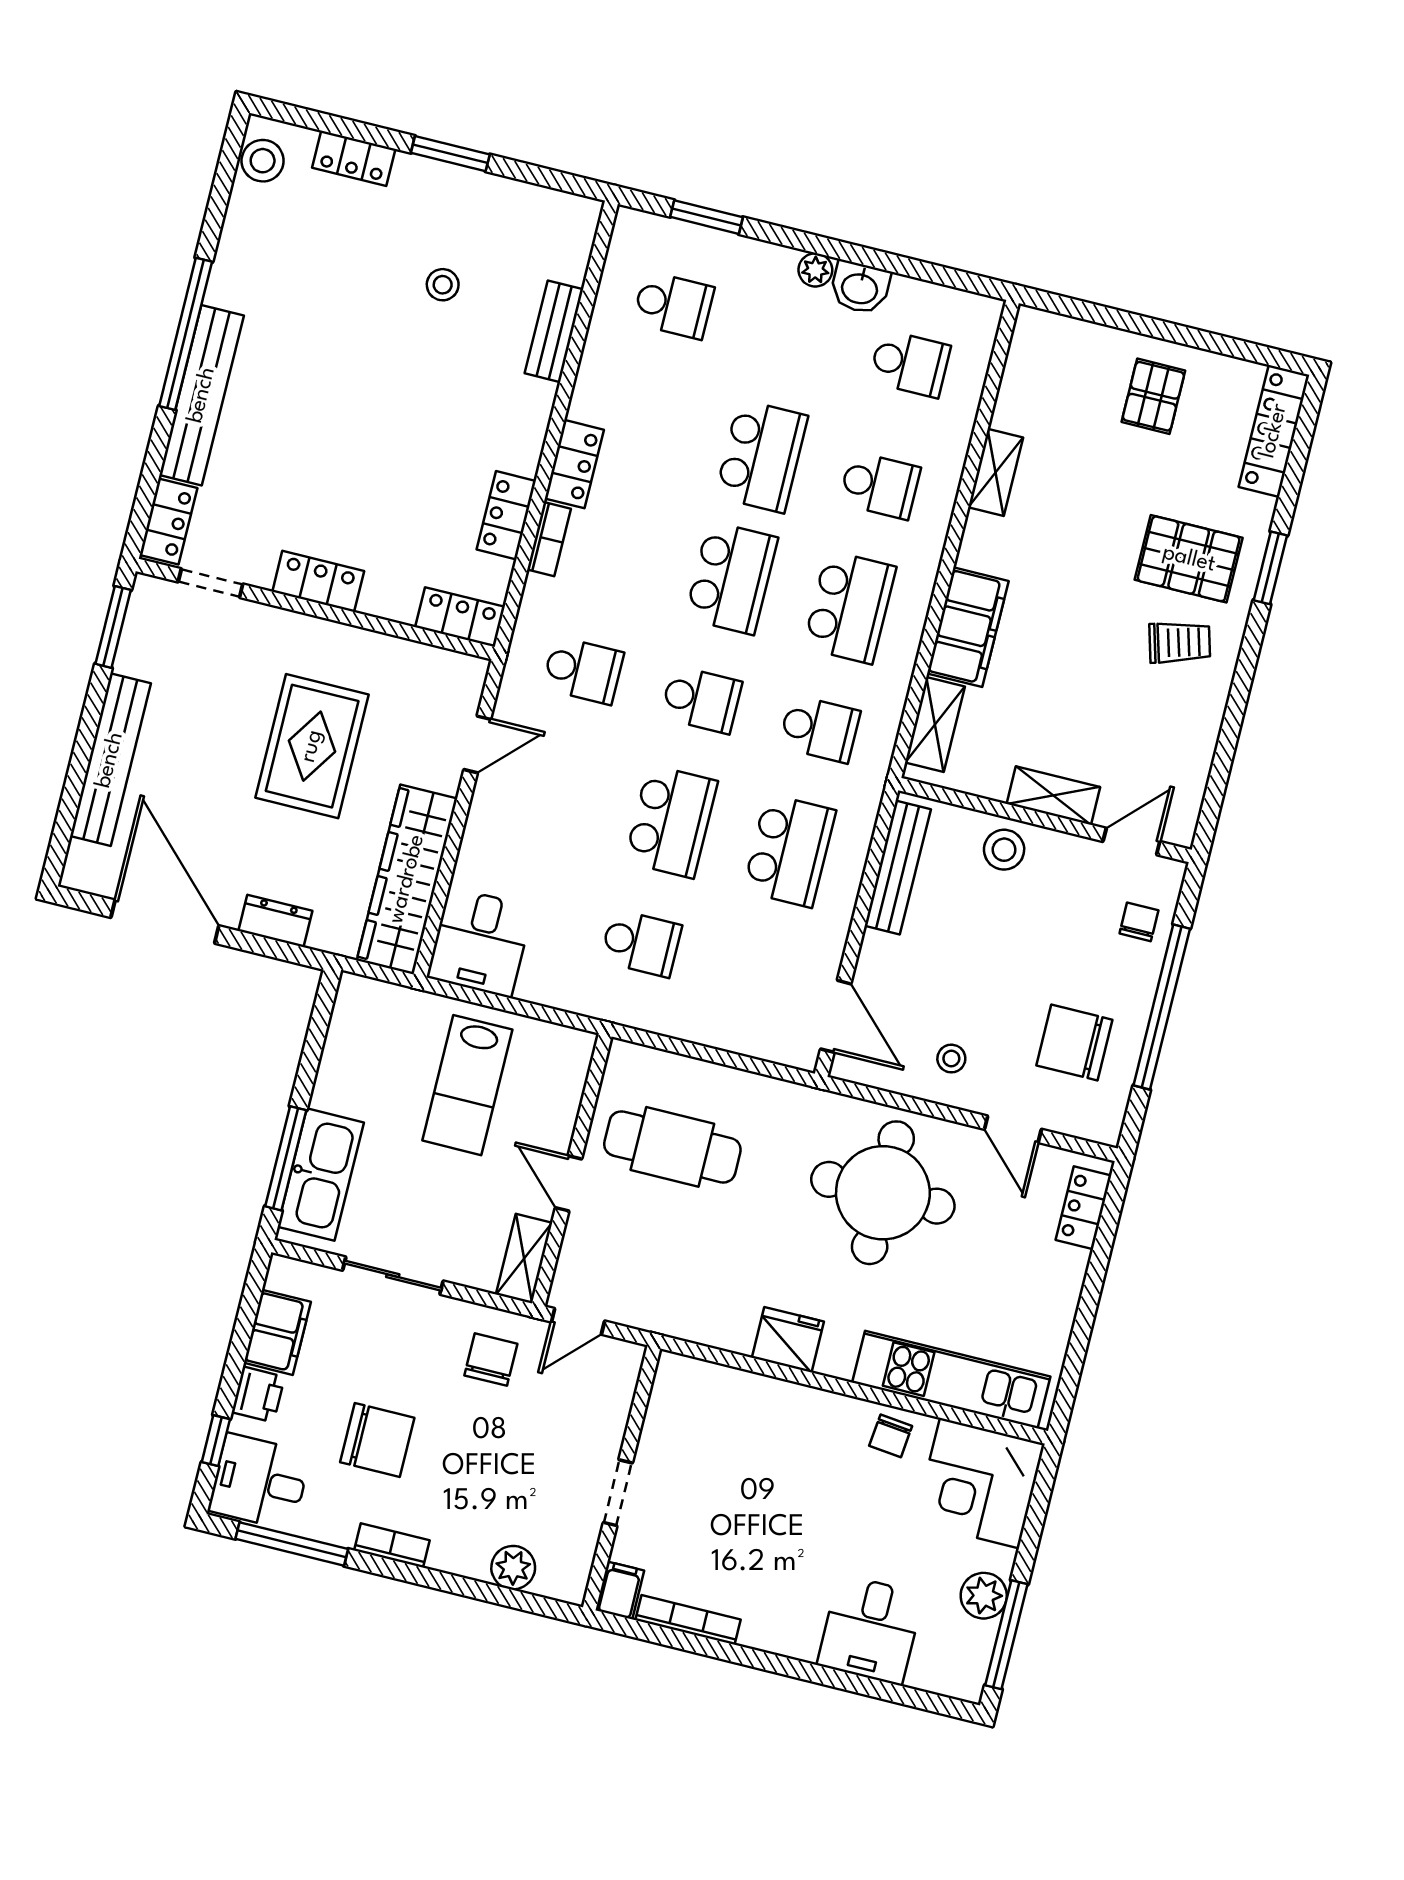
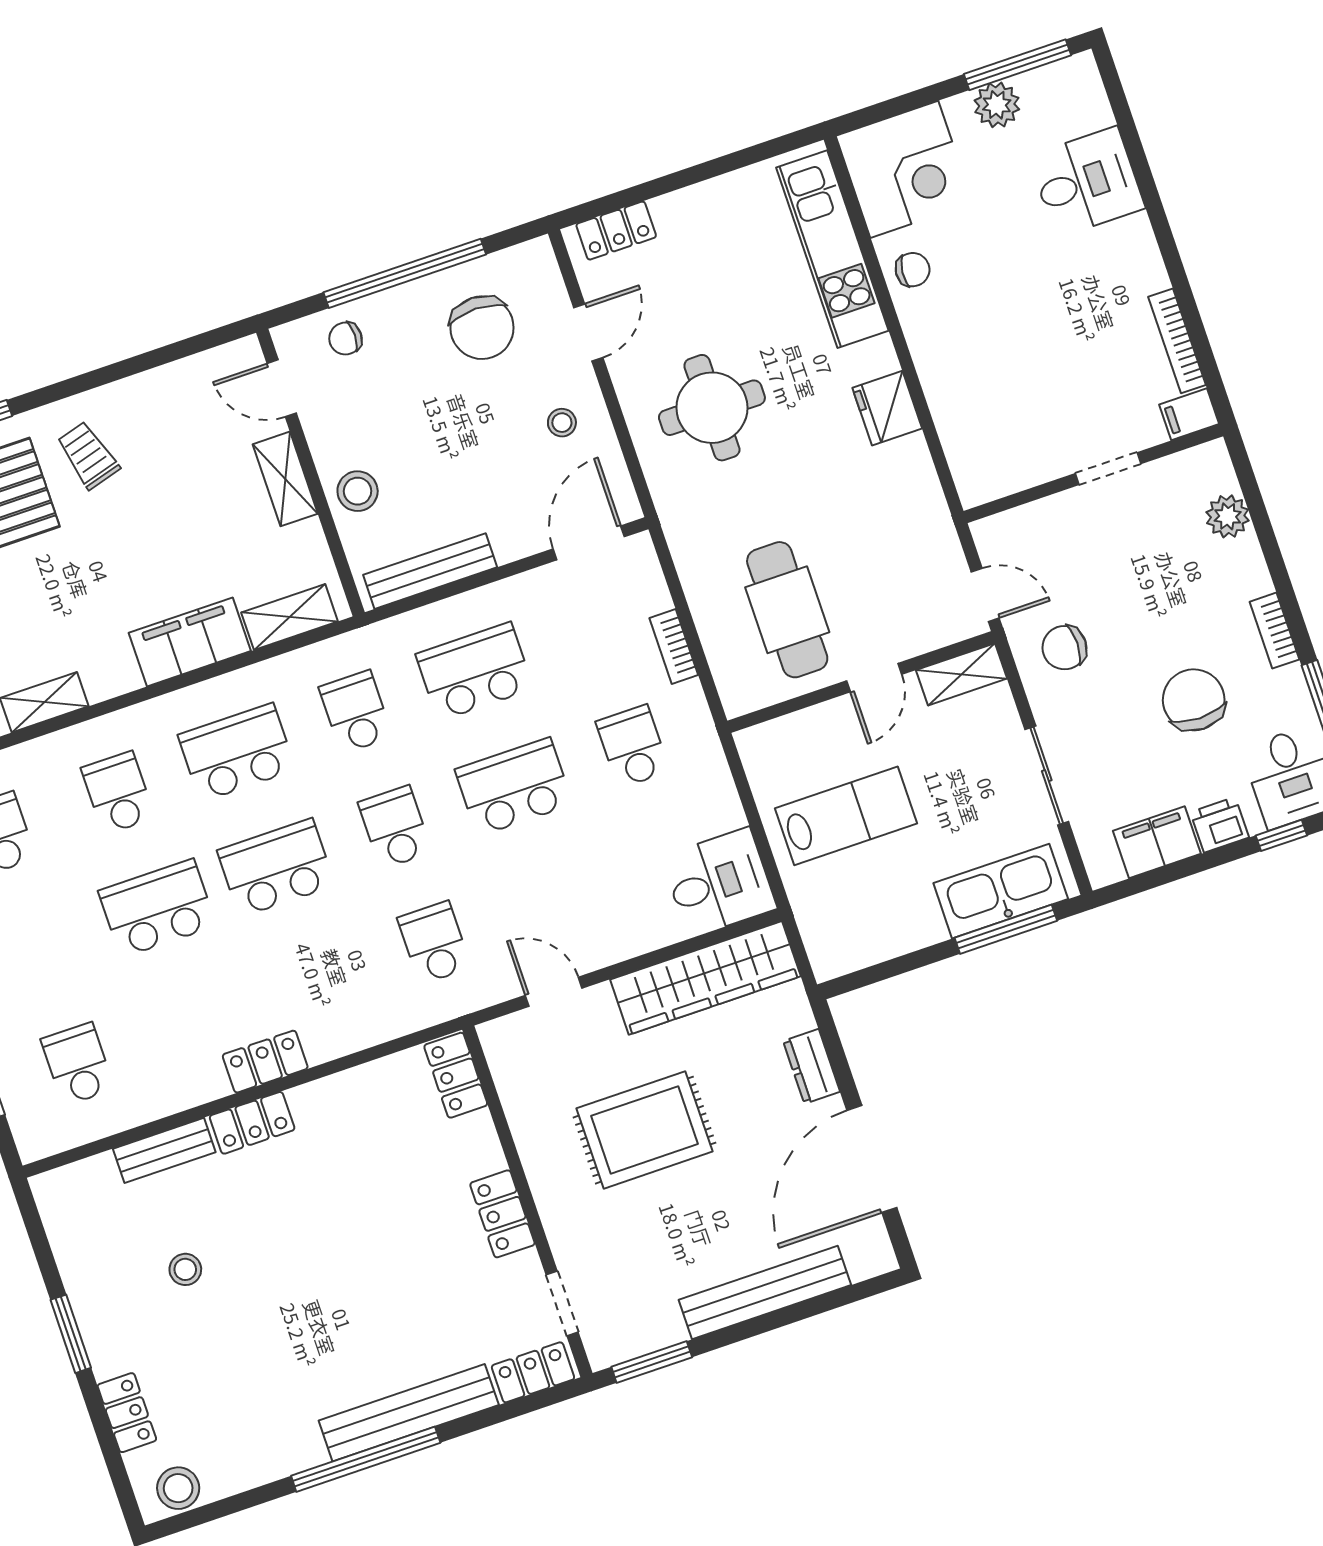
locker: (506, 515) -> (252, 1123), moved
bookcase: (549, 539) -> (674, 647), moved, turned -90
round table: (883, 1193) -> (712, 408), width x0.73, depth x0.73

